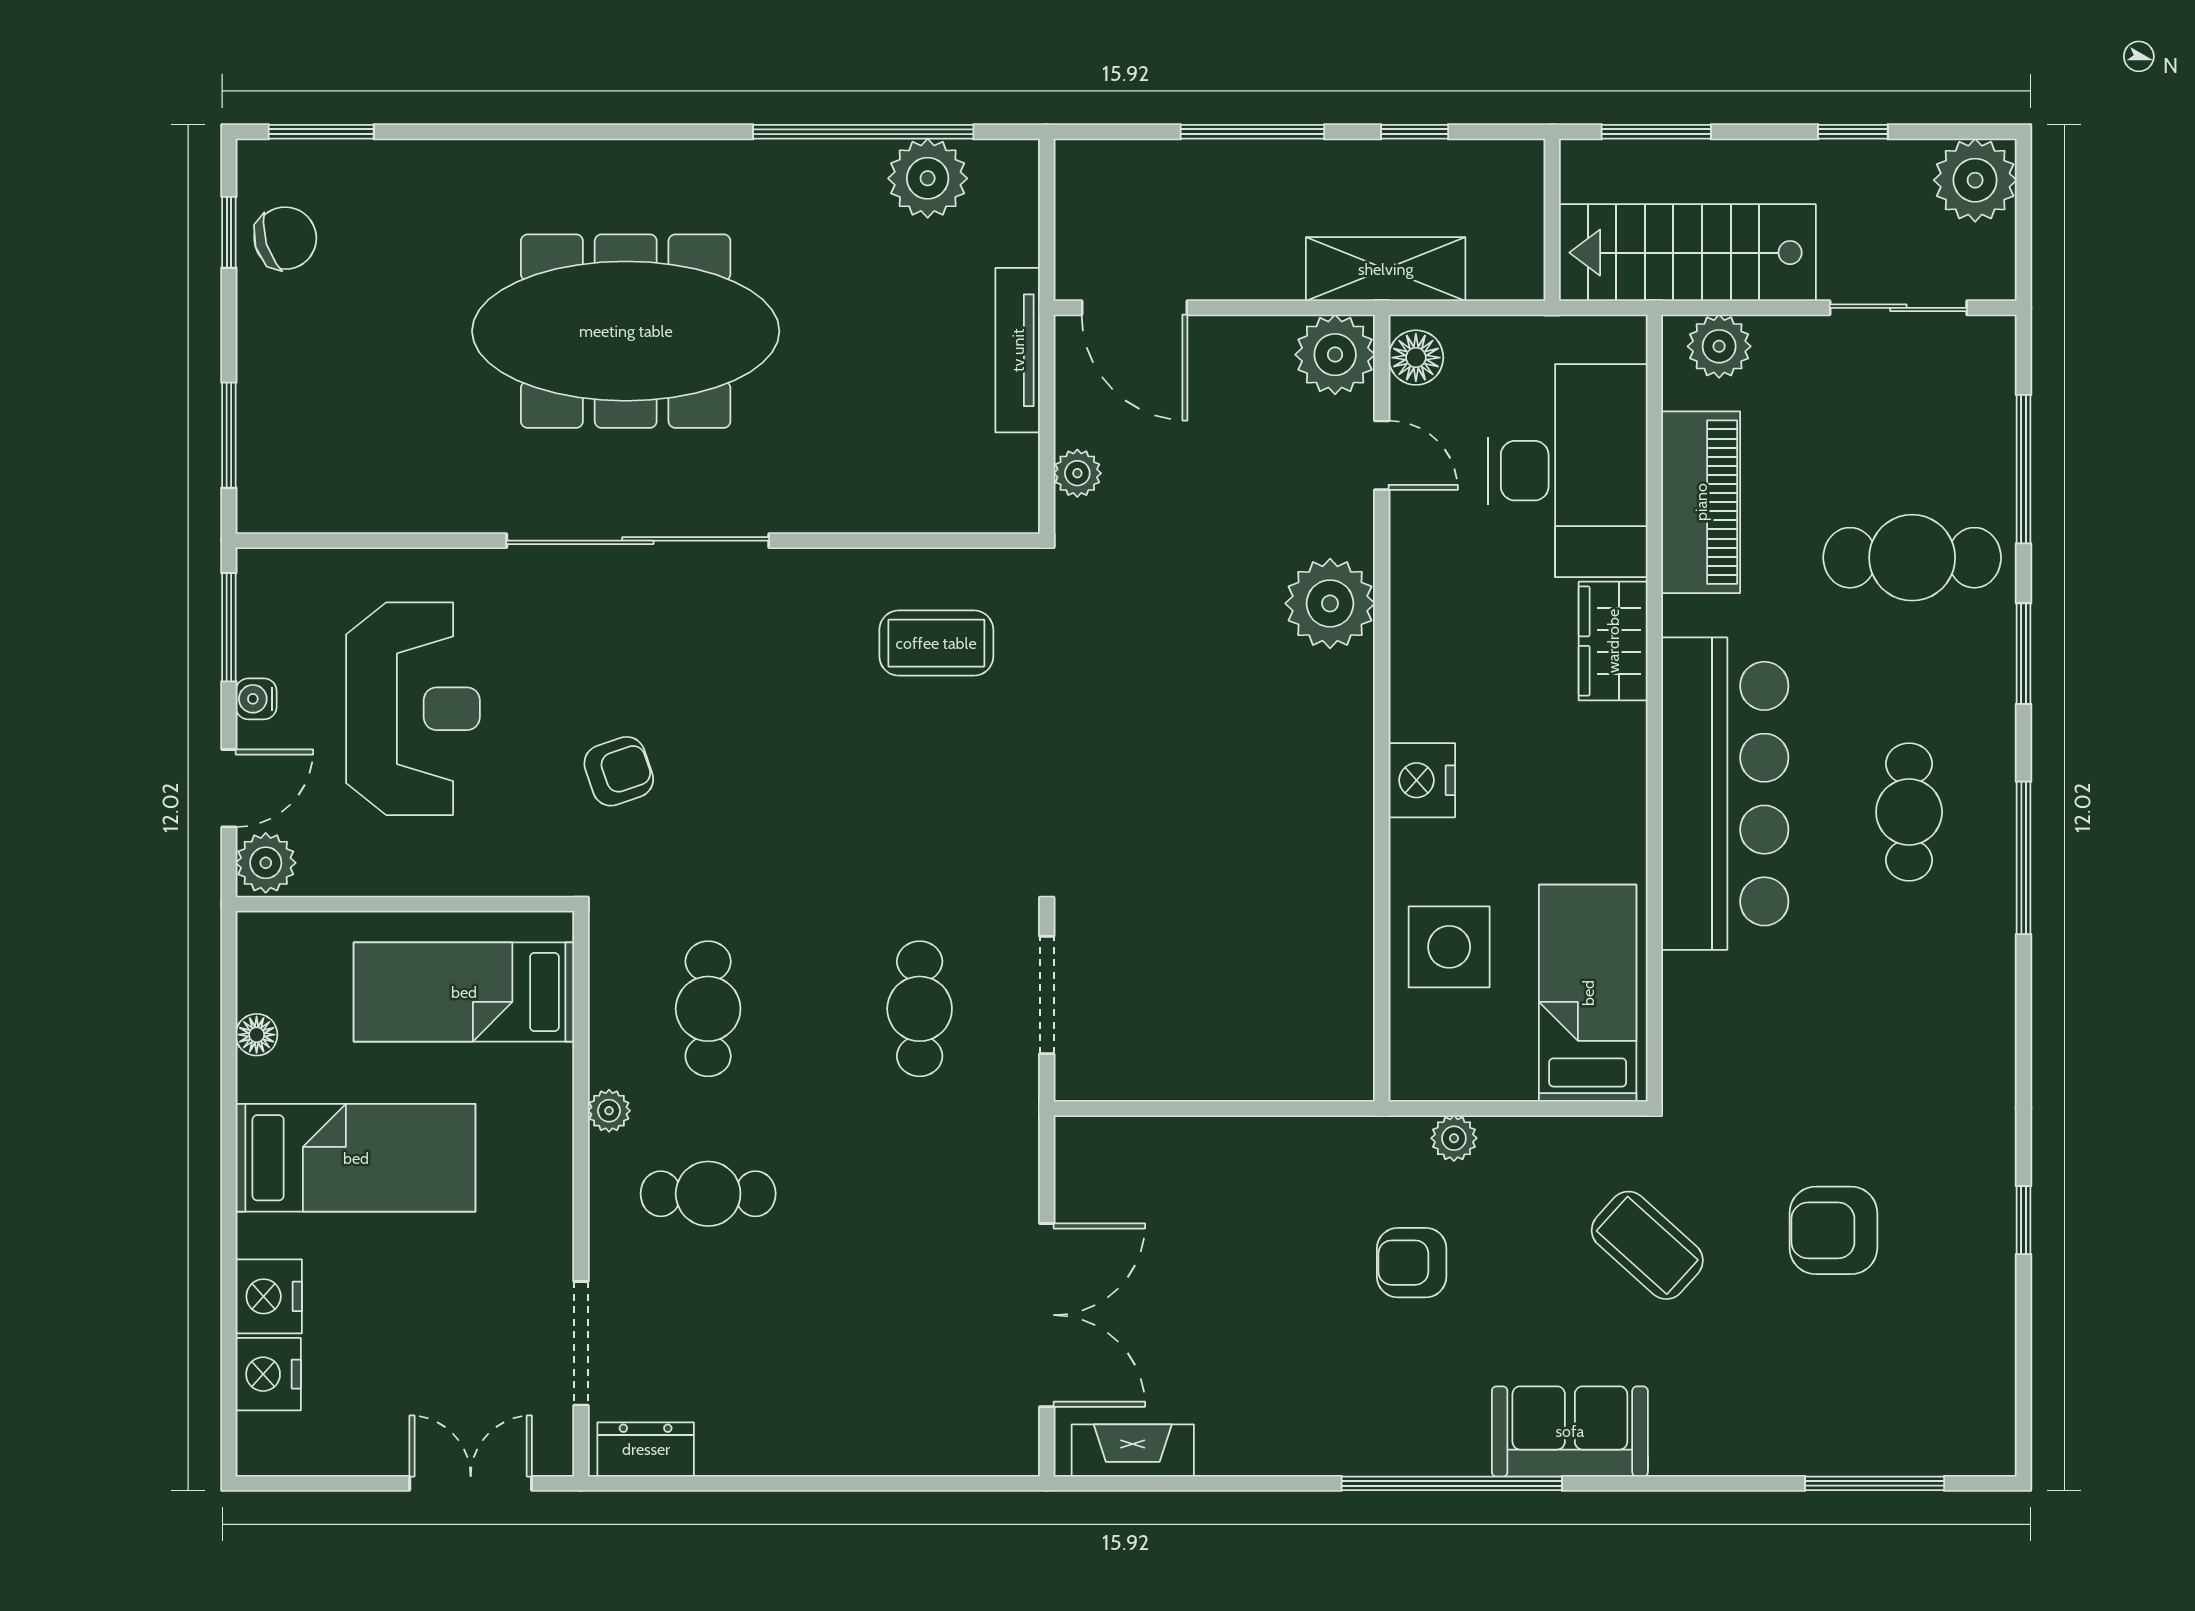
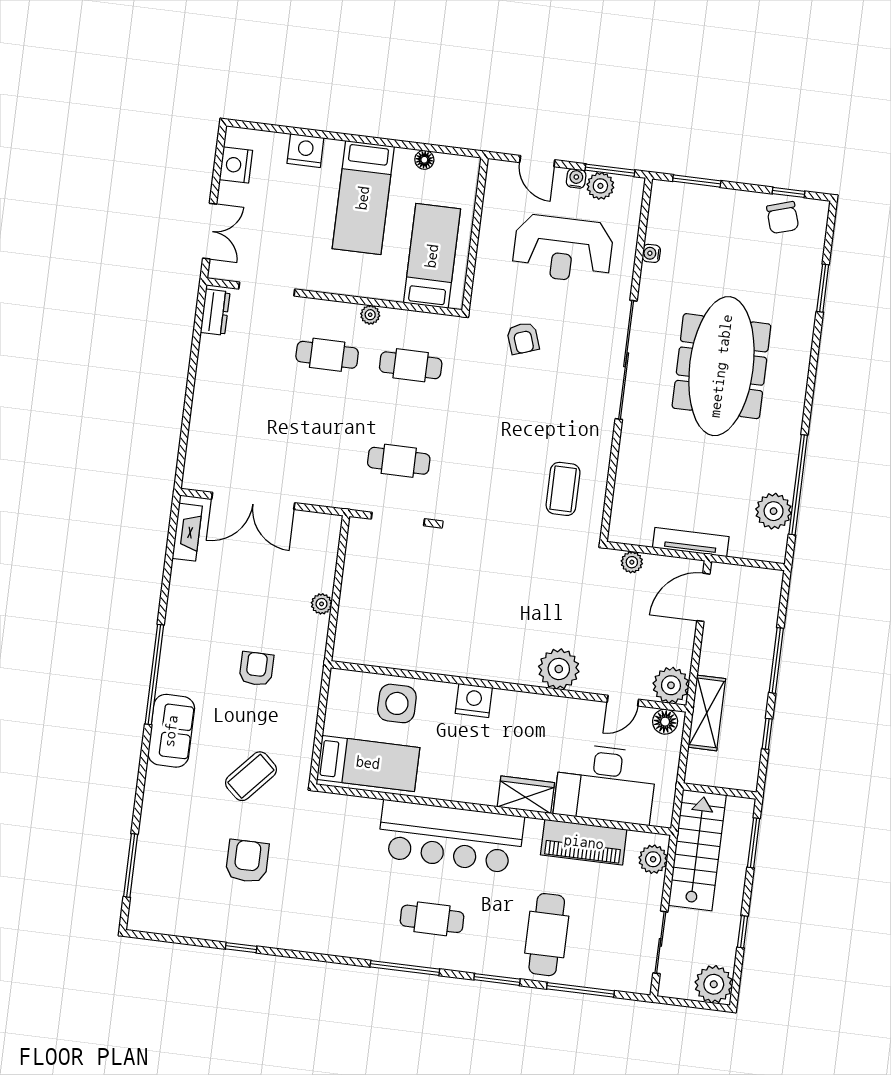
window: (321, 132) -> (823, 288), moved
water cooler: (399, 515) -> (651, 253), added
plant: (266, 863) -> (600, 186), moved
plant: (1454, 1138) -> (322, 604), moved
cafe table: (708, 1194) -> (327, 355), turned 90
nightstand: (268, 1374) -> (236, 165), moved, turned -90

